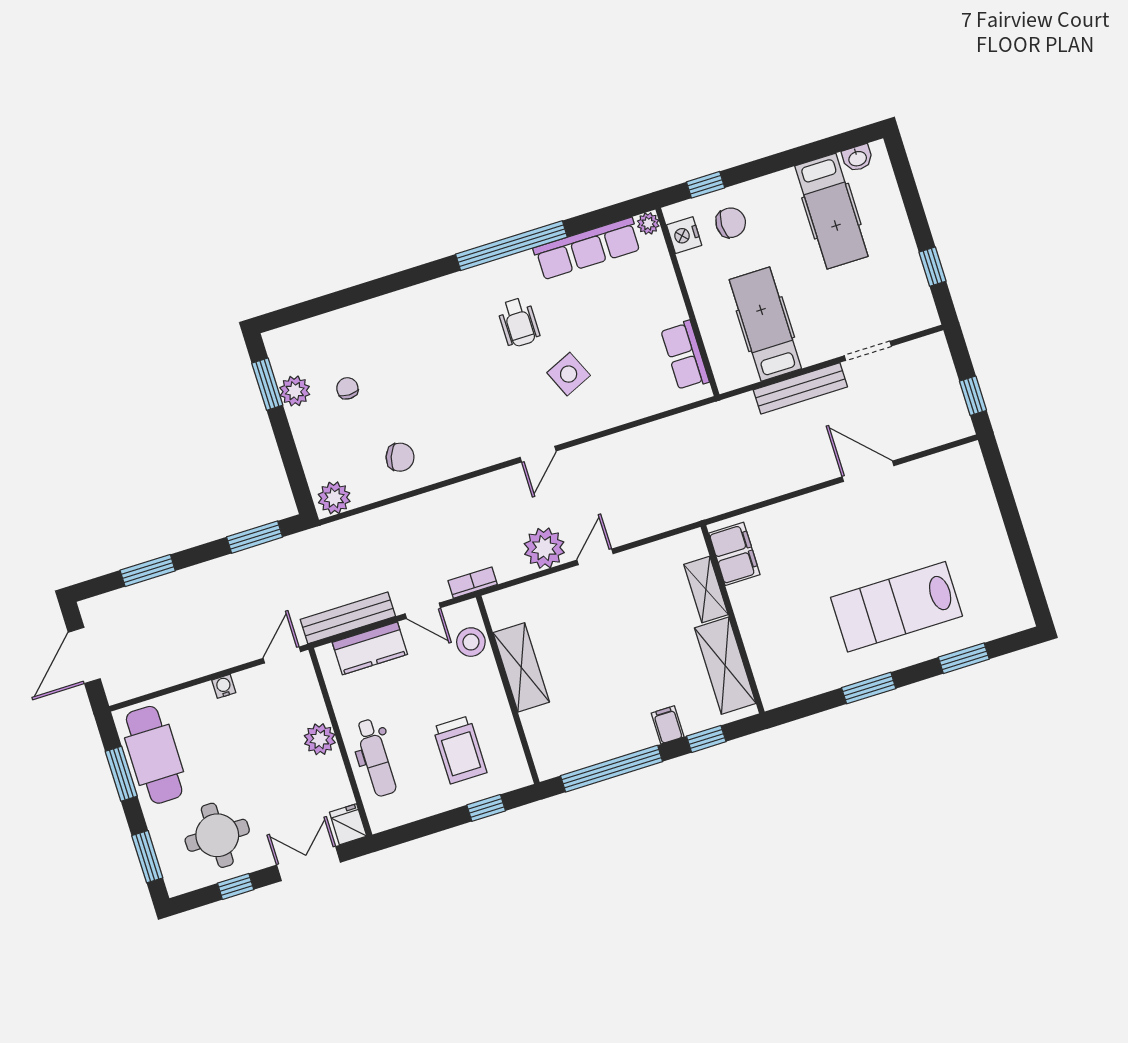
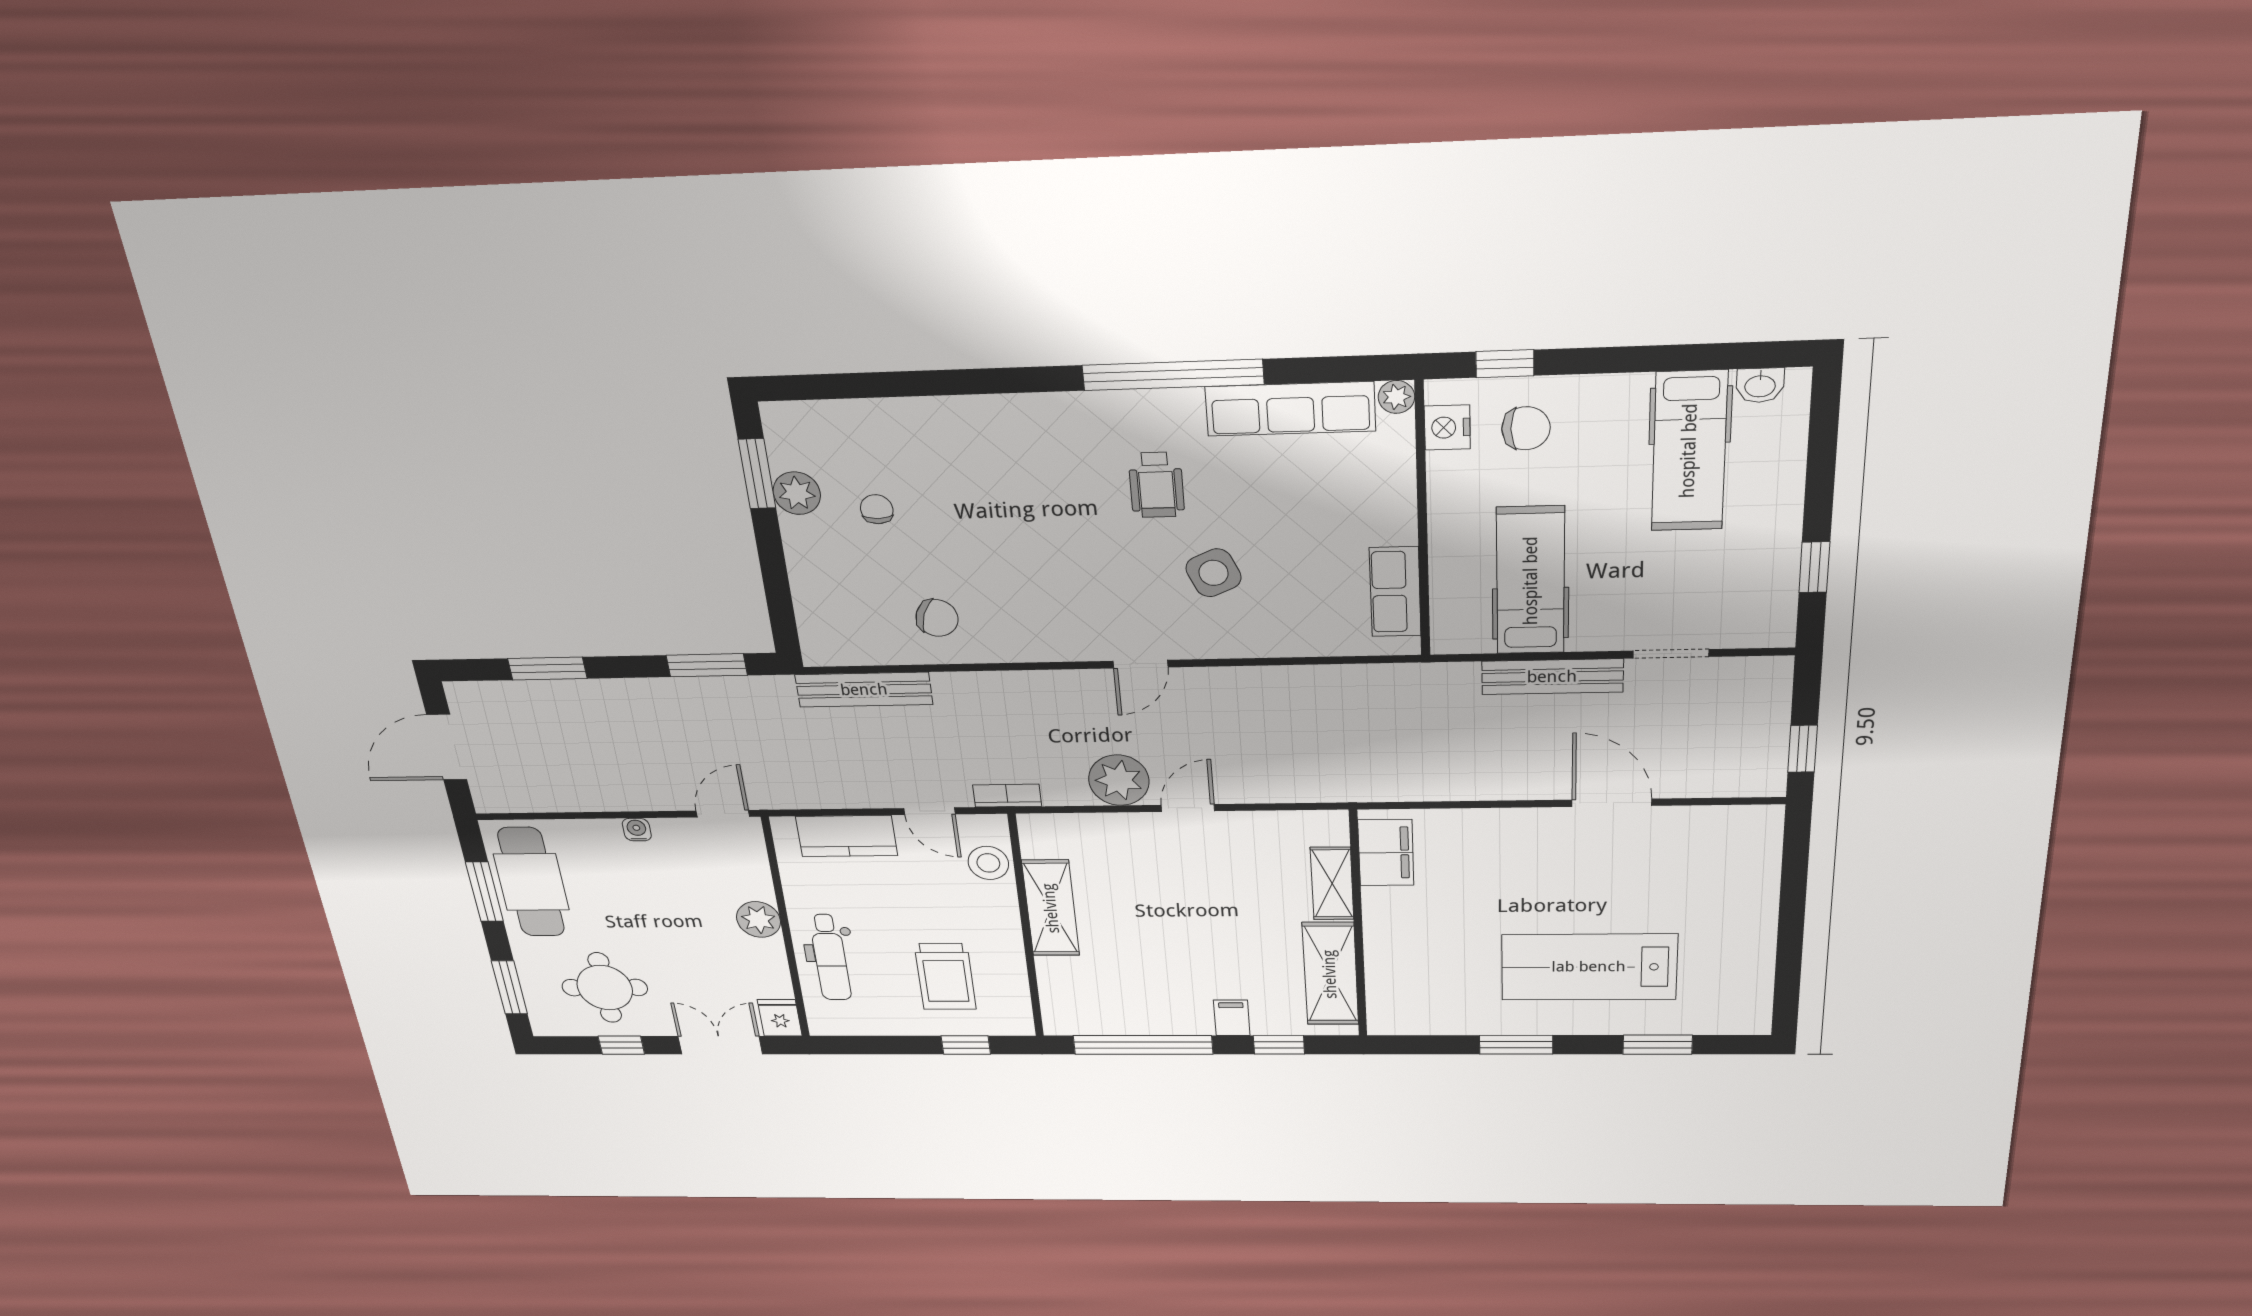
plant: (334, 498) -> (830, 645), removed
bench: (348, 618) -> (864, 690), moved

